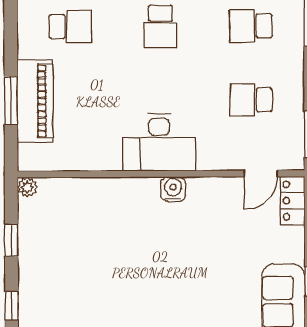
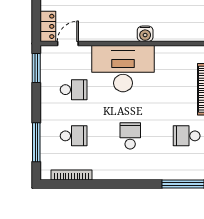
desk: (159, 142) -> (123, 69), width x1.36, depth x1.30
water cooler: (173, 189) -> (145, 34), moved

